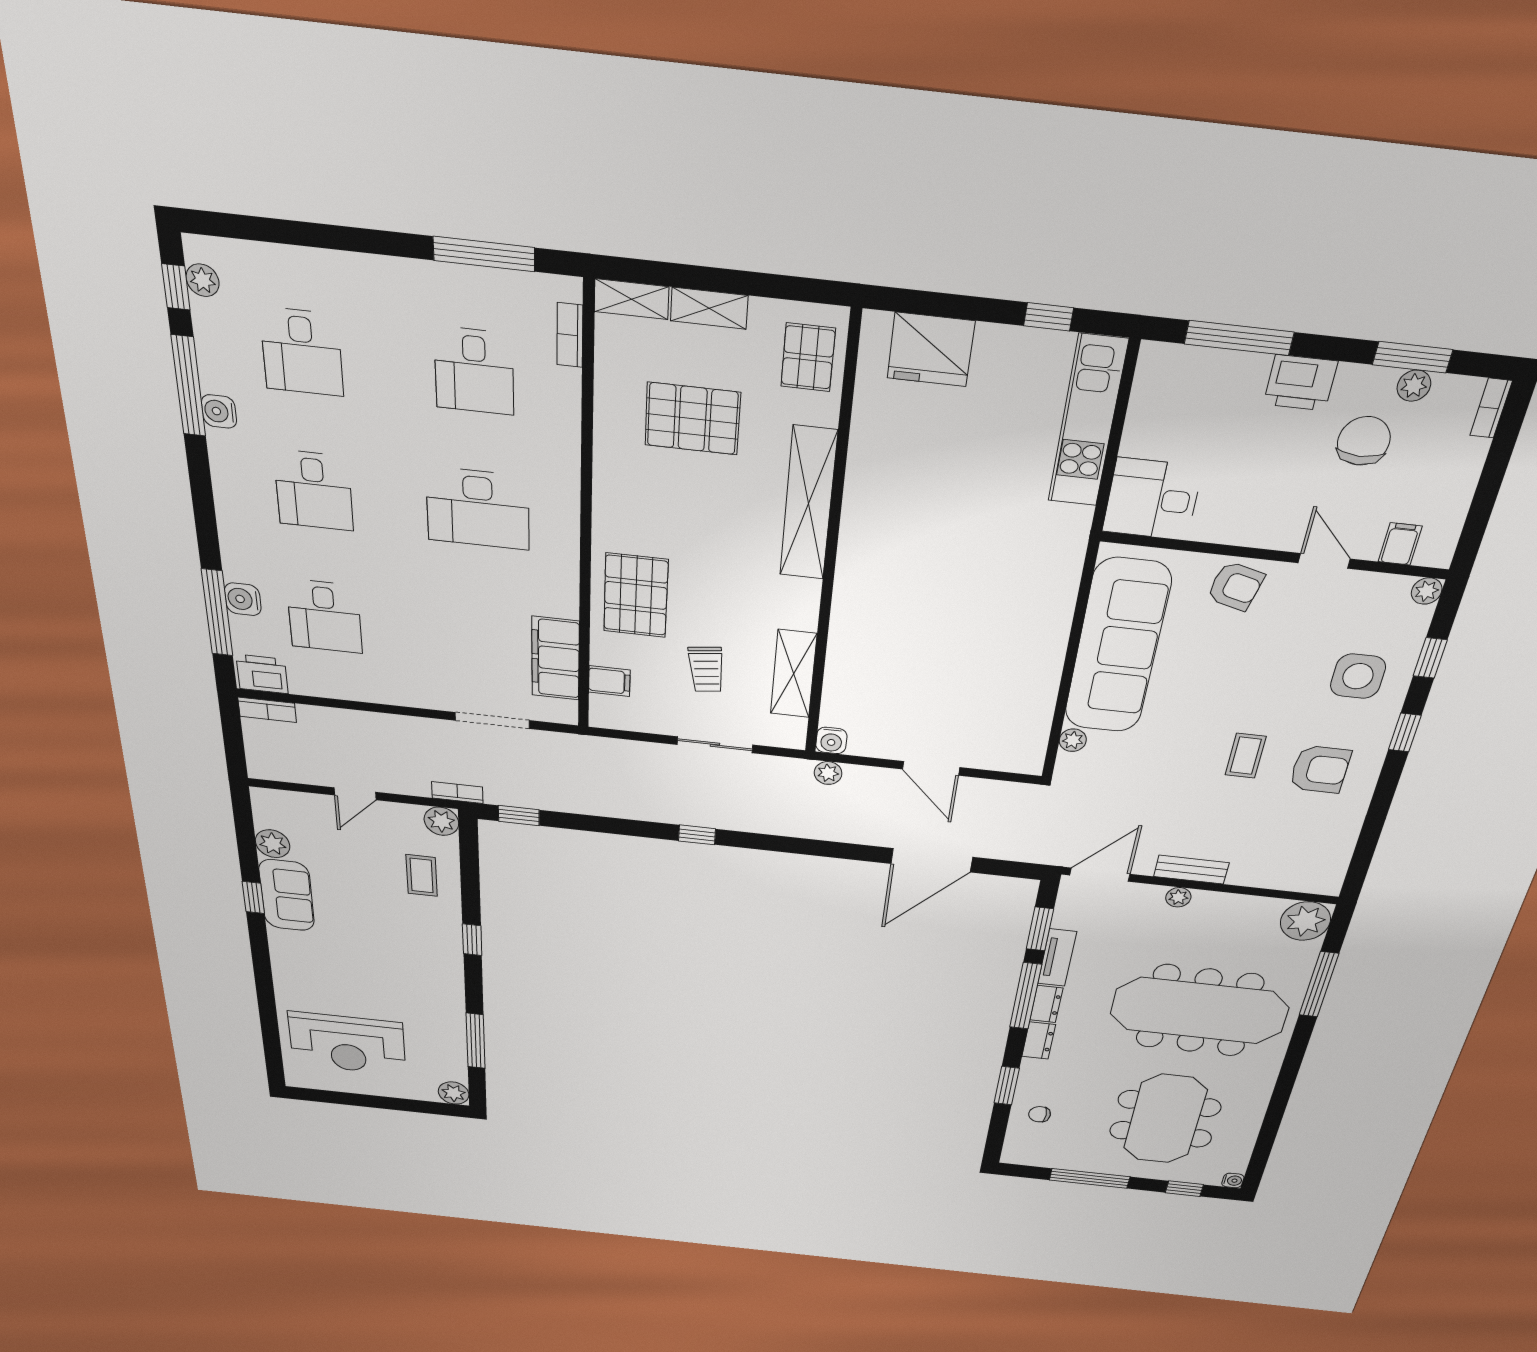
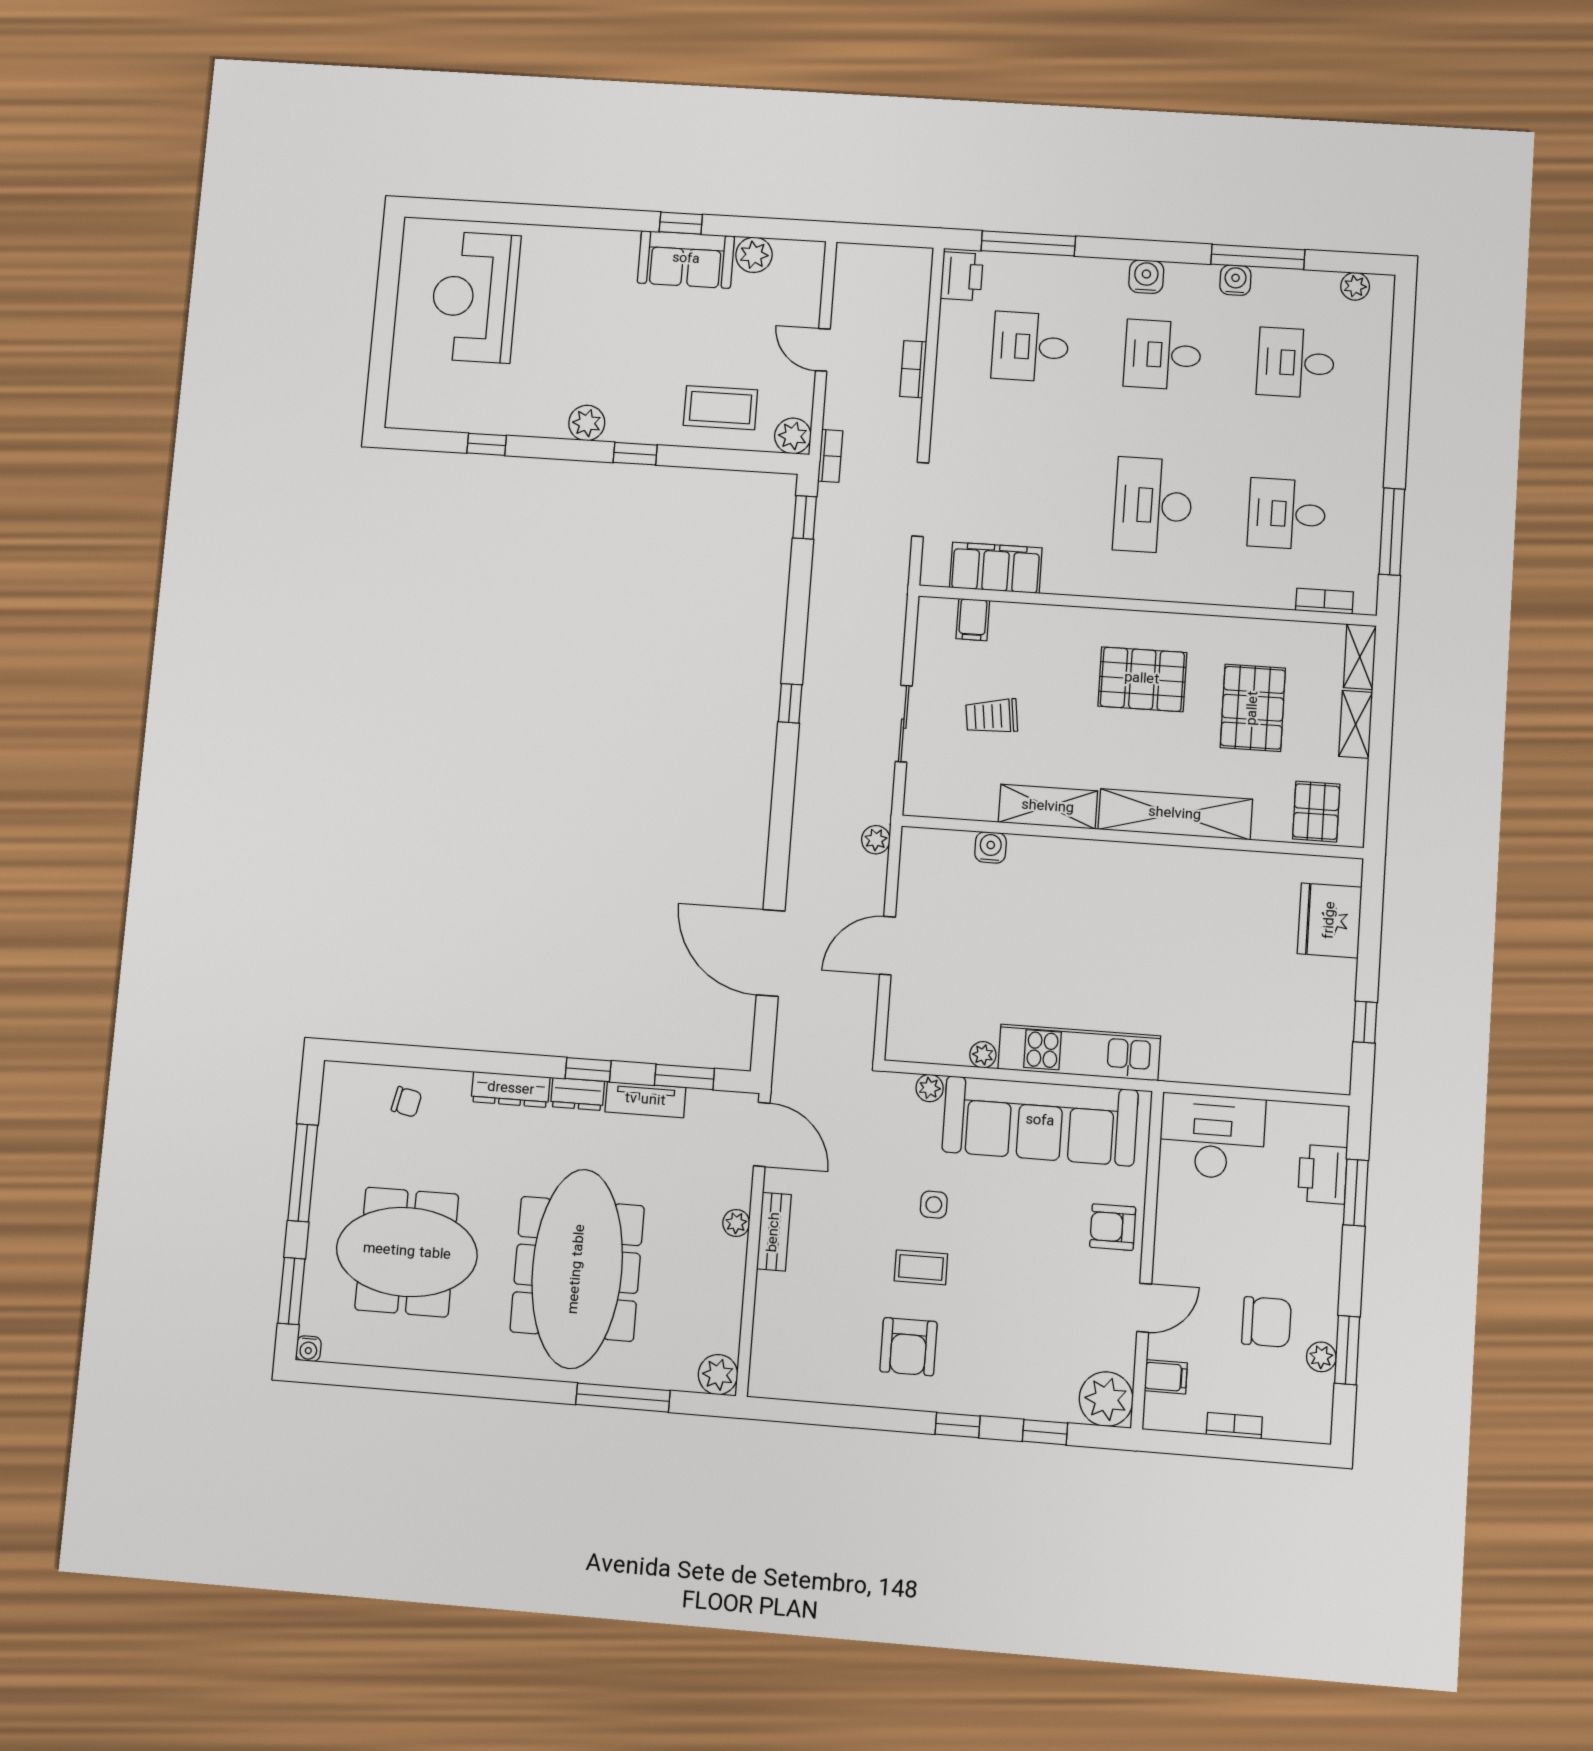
window: (176, 287) -> (1348, 262), removed
window: (1239, 338) -> (1356, 1193), width x0.69
pallet: (808, 357) -> (1316, 812), turned 90
printer: (1300, 383) -> (1323, 1174), moved
bookcase: (1491, 408) -> (1234, 1426), moved
kitchen unit: (1088, 421) -> (1079, 1052), moved
desk: (1152, 499) -> (1212, 1136), width x1.37
armchair: (1235, 586) -> (1113, 1227), turned 76
plant: (1427, 591) -> (1106, 1399), width x1.87, depth x1.87
pallet: (636, 595) -> (1142, 679), moved
water cooler: (243, 599) -> (1146, 277), moved
shelving: (794, 674) -> (1048, 807), moved
side table: (1358, 676) -> (934, 1205), moved, width x0.54, depth x0.54
plant: (1045, 693) -> (983, 1055), added
bookcase: (267, 710) -> (913, 369), moved
water cooler: (831, 740) -> (991, 847), moved, turned 90
coffee table: (422, 876) -> (720, 408), width x1.36, depth x1.30
plant: (1305, 921) -> (718, 1375), width x0.73, depth x0.73
window: (1026, 996) -> (588, 1070), width x0.46
window: (476, 1041) -> (487, 444), width x0.46
dresser: (1039, 1041) -> (511, 1089), width x1.44
window: (1007, 1086) -> (450, 1059), removed
plant: (454, 1093) -> (587, 423), moved
chair: (1040, 1114) -> (407, 1102), turned 102
window: (1184, 1189) -> (291, 1291), width x1.50

